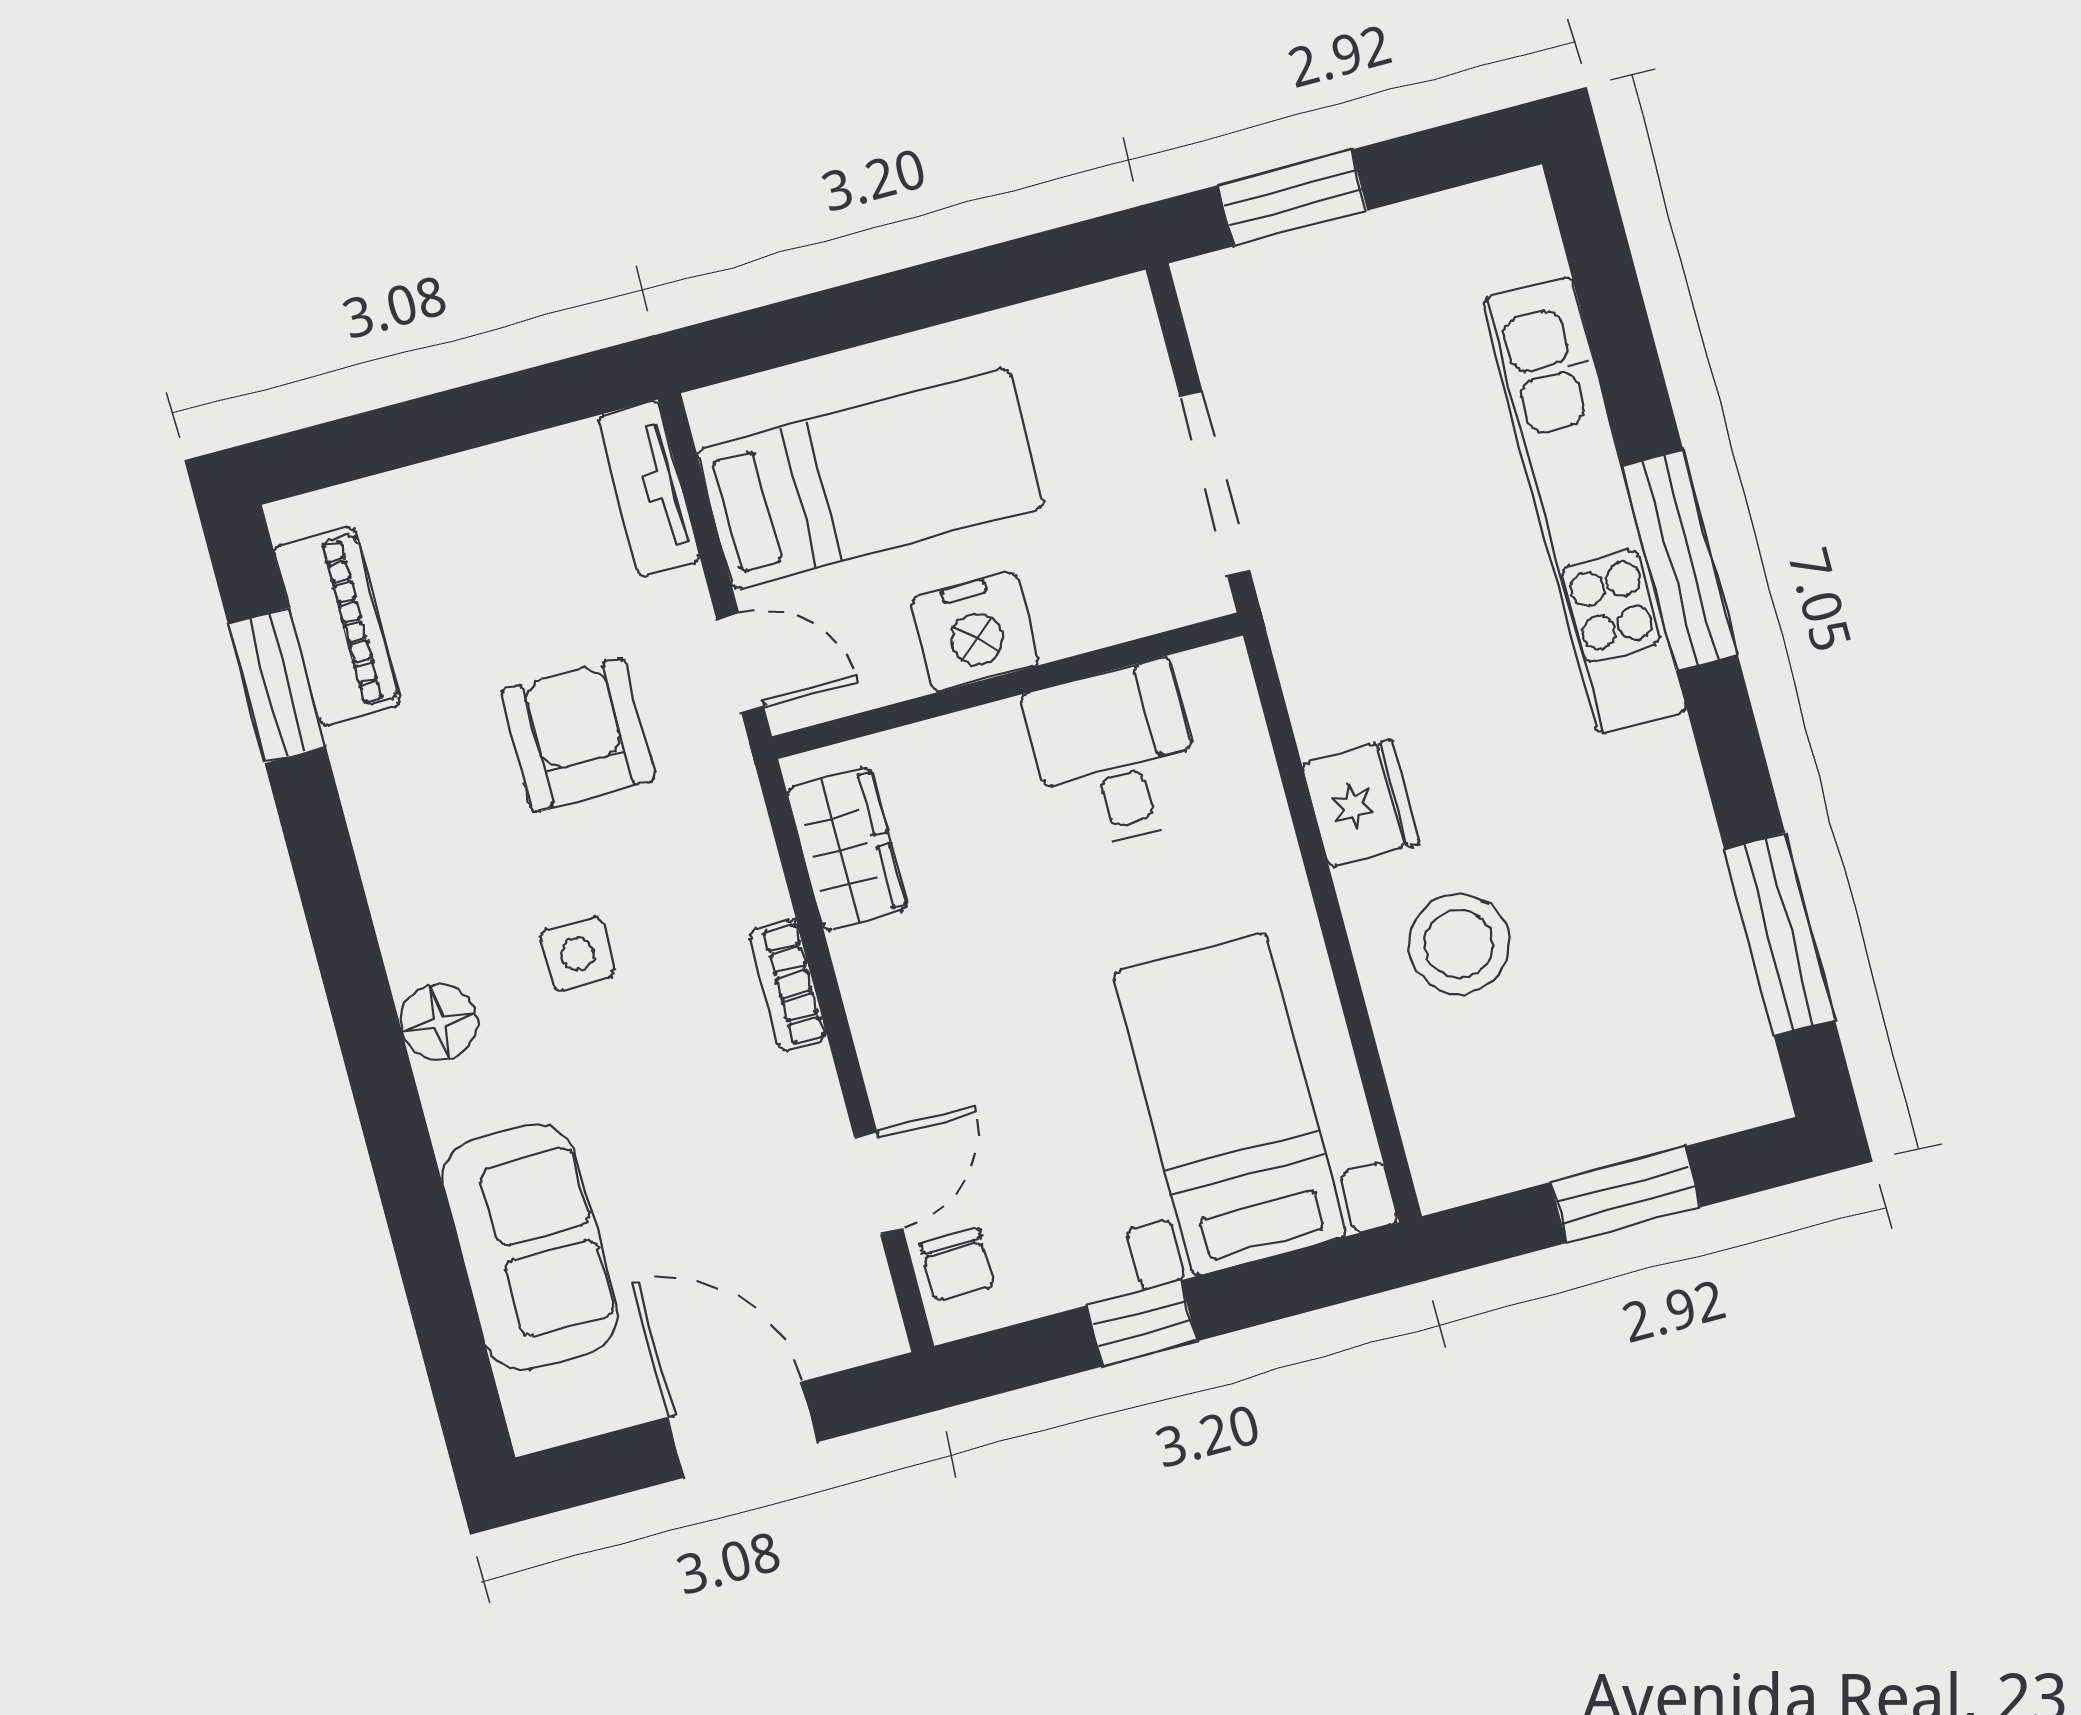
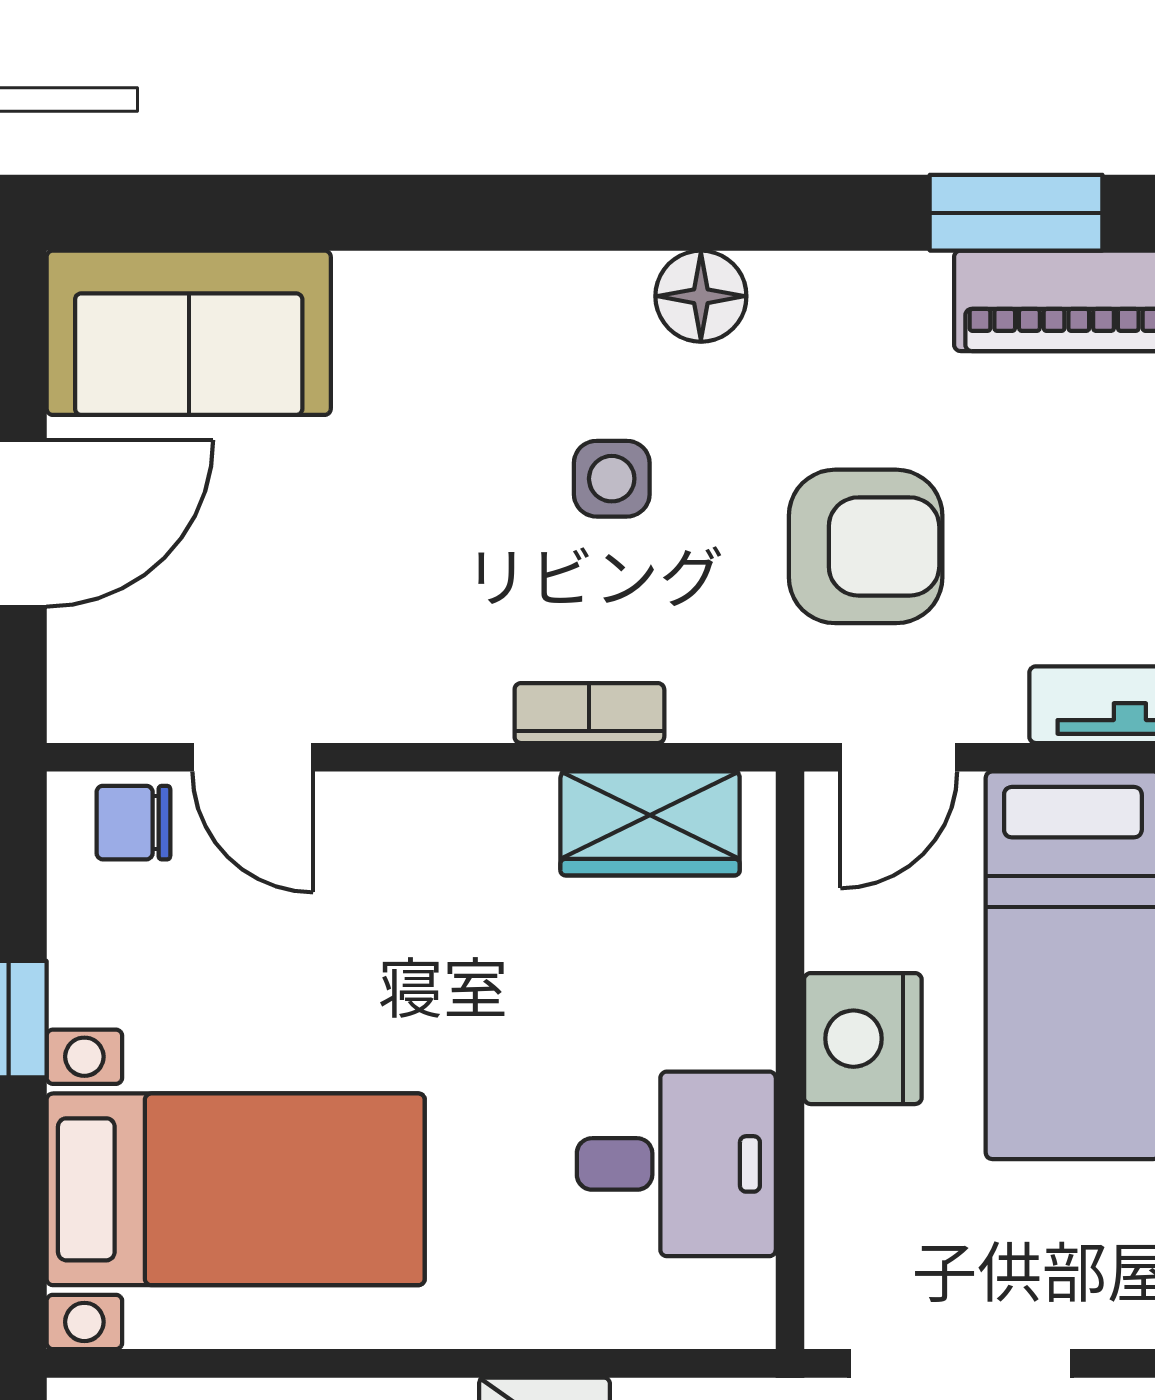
bookcase: (788, 985) -> (589, 713), moved
floor lamp: (439, 1022) -> (701, 296), moved
sofa: (530, 1247) -> (189, 333), moved

